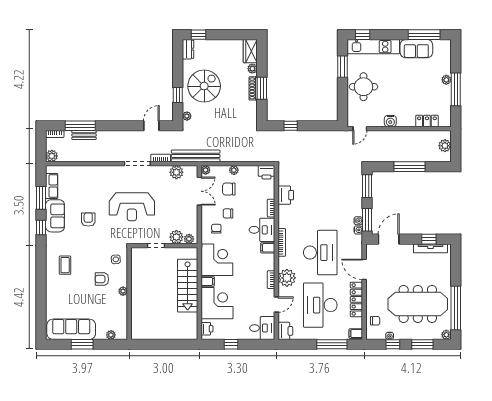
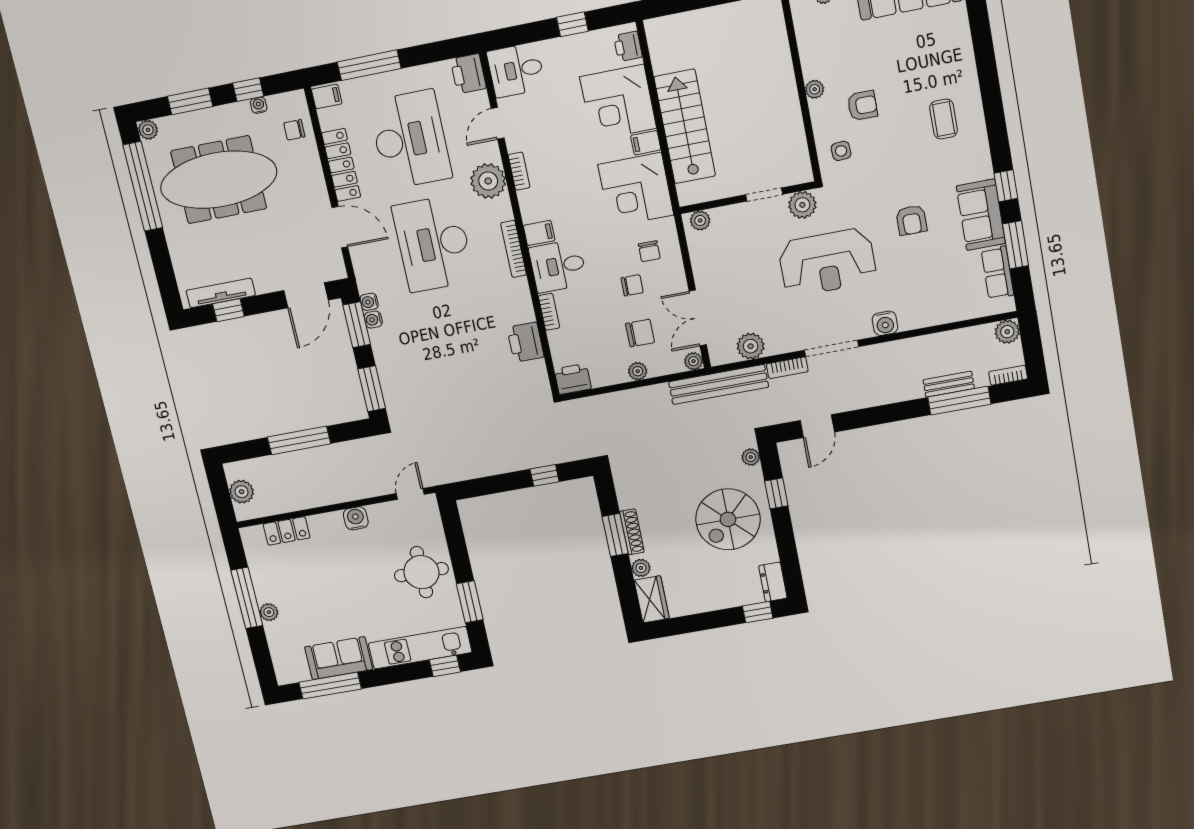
water cooler: (110, 171) -> (885, 323), added
reception desk: (132, 207) -> (827, 262), turned 180
plant: (176, 237) -> (802, 205), moved

